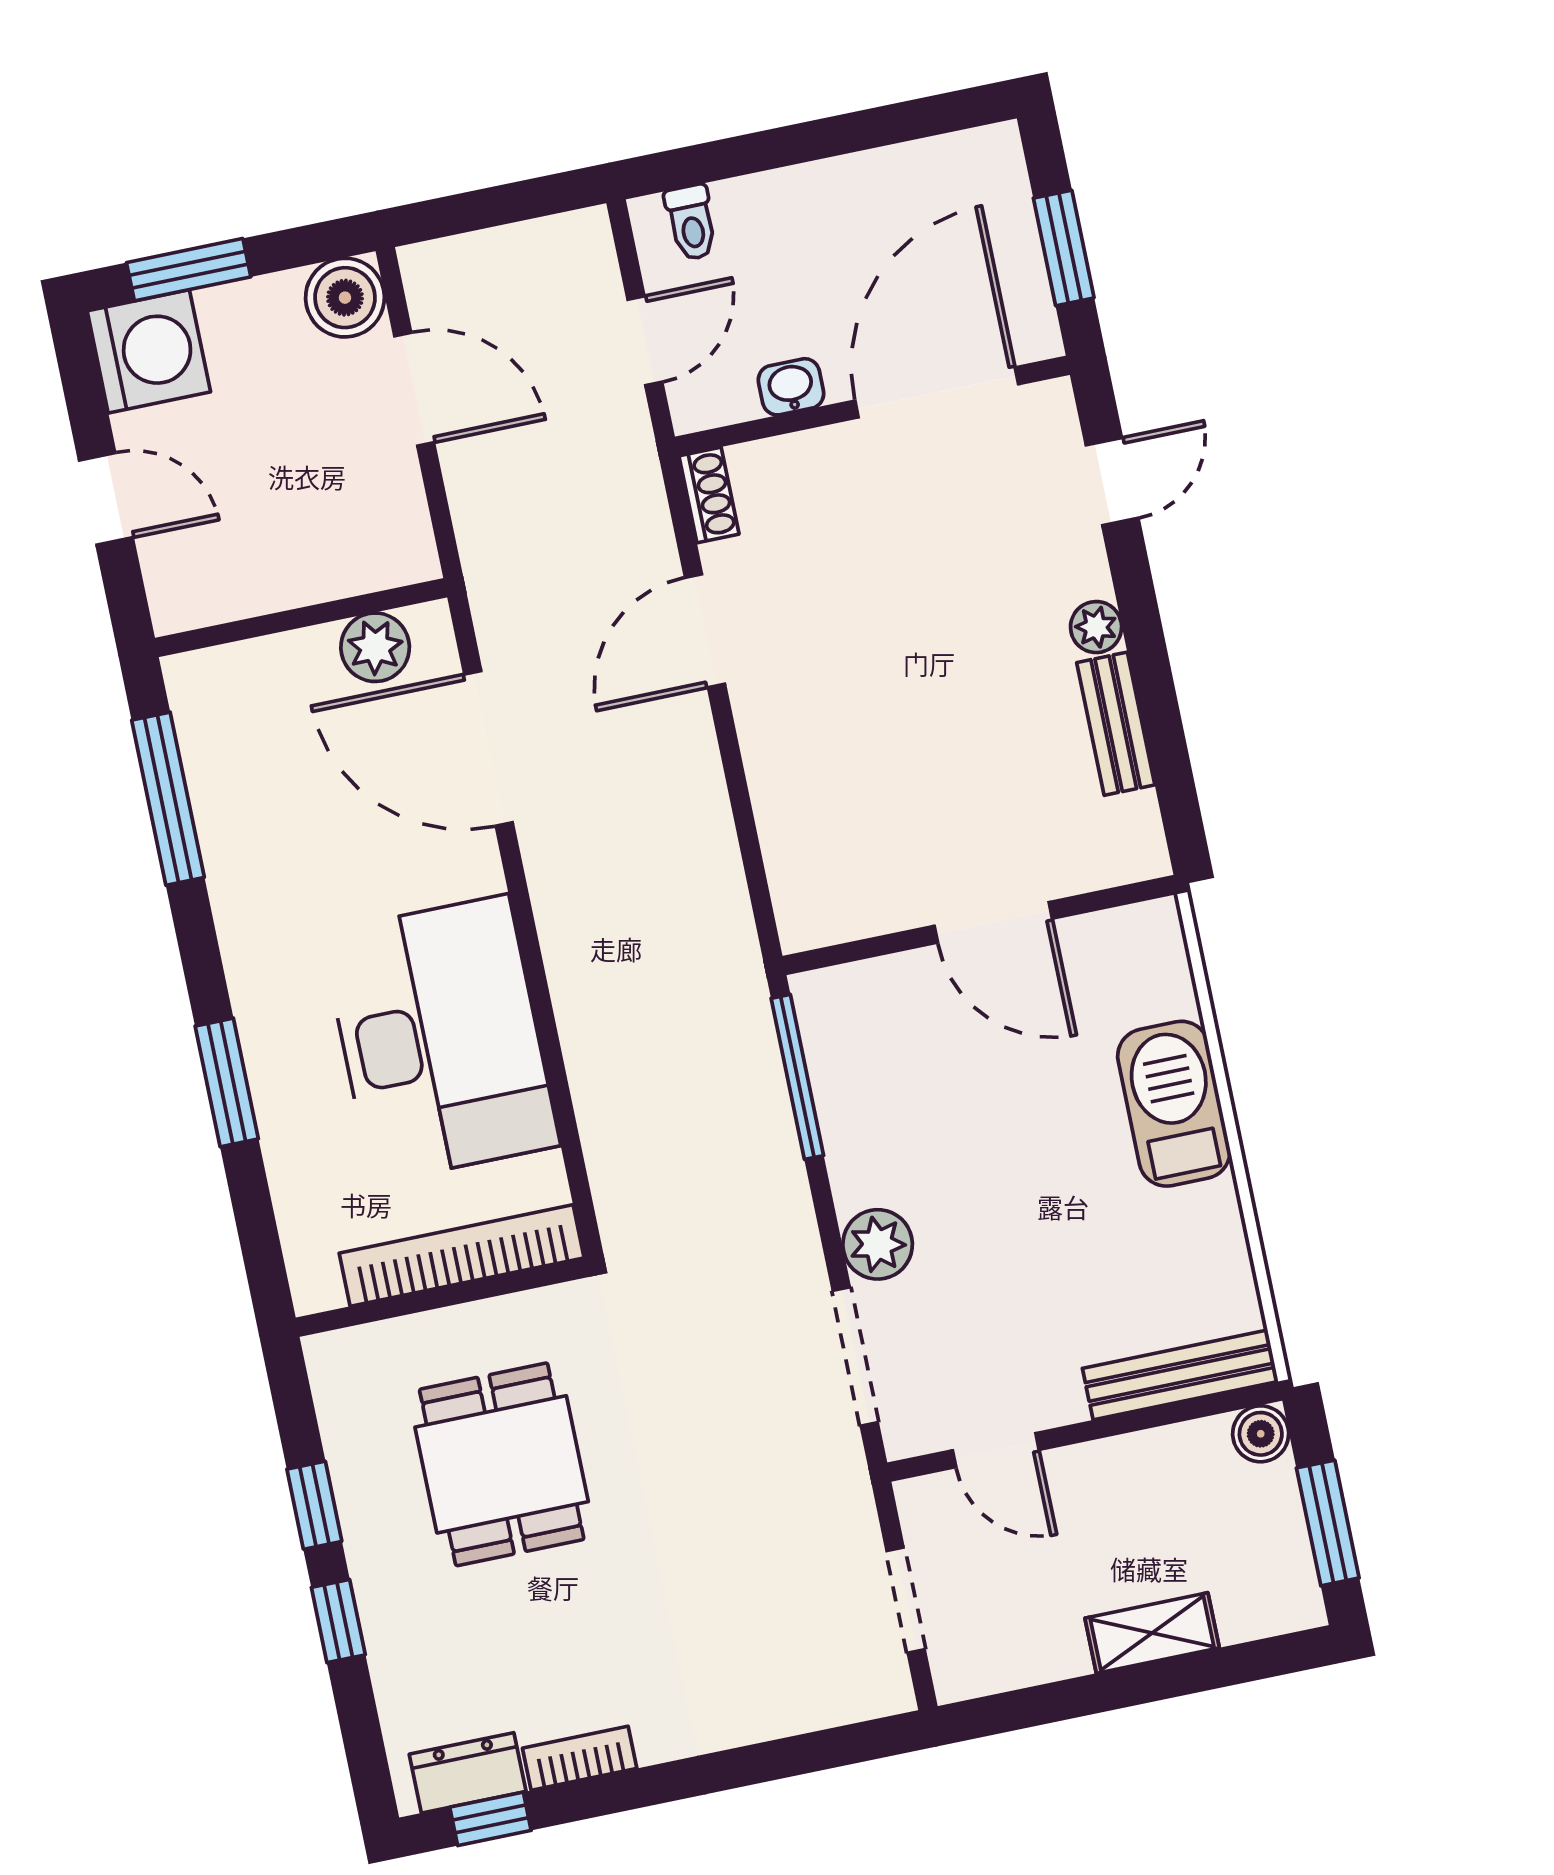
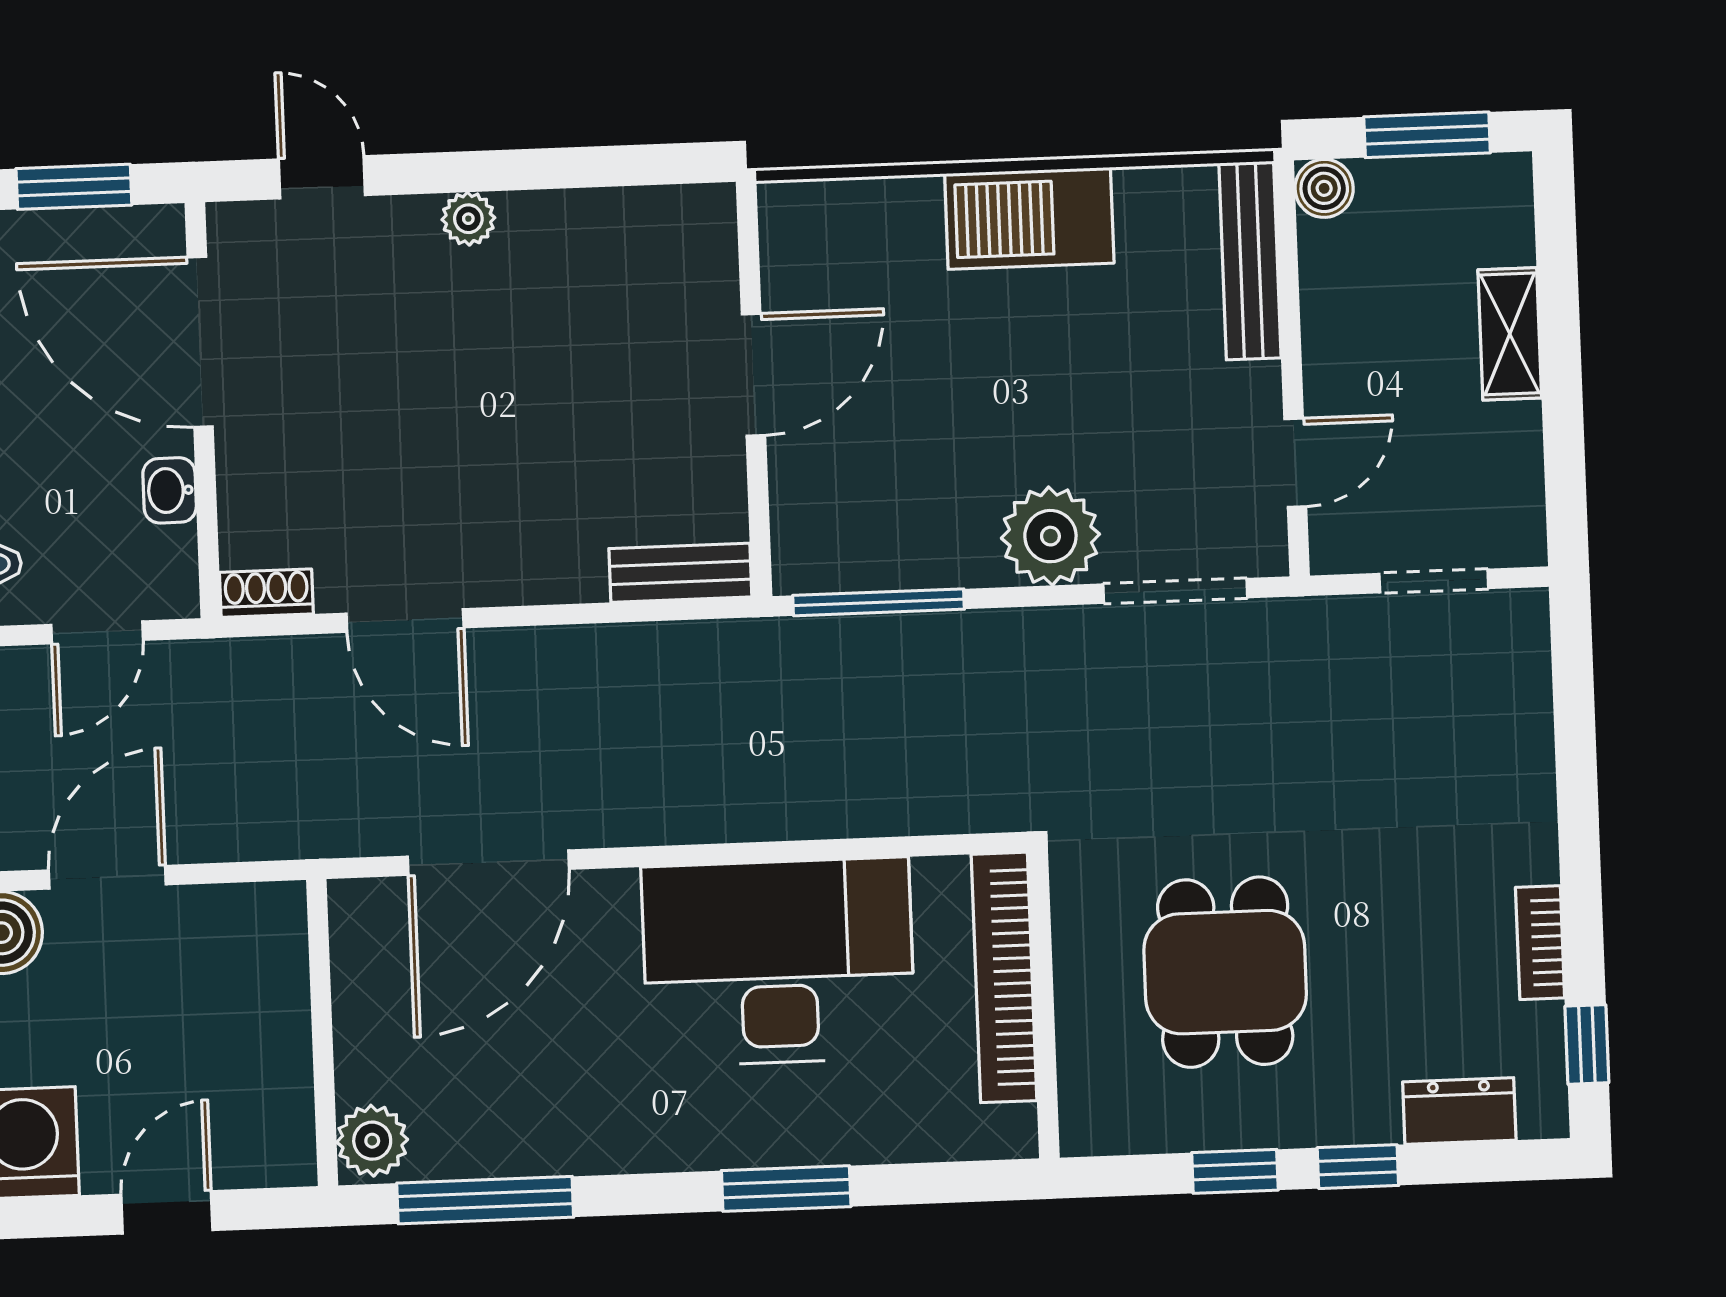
door: (645, 341) -> (97, 632), swing flipped
plant: (375, 647) -> (372, 1141), moved
bench: (1116, 724) -> (680, 573), moved
barbecue: (1174, 1104) -> (1029, 218), moved
plant: (878, 1244) -> (1050, 536), width x1.36, depth x1.36
dining table: (502, 1464) -> (1225, 972), turned 90
dresser: (468, 1773) -> (1459, 1111), moved, turned 90

